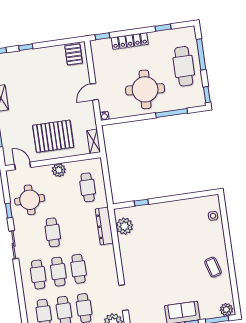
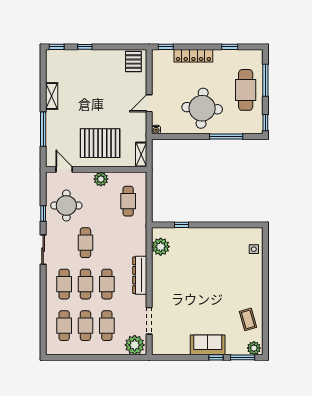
dresser: (104, 226) -> (140, 275), moved
coffee table: (213, 267) -> (248, 319), moved

